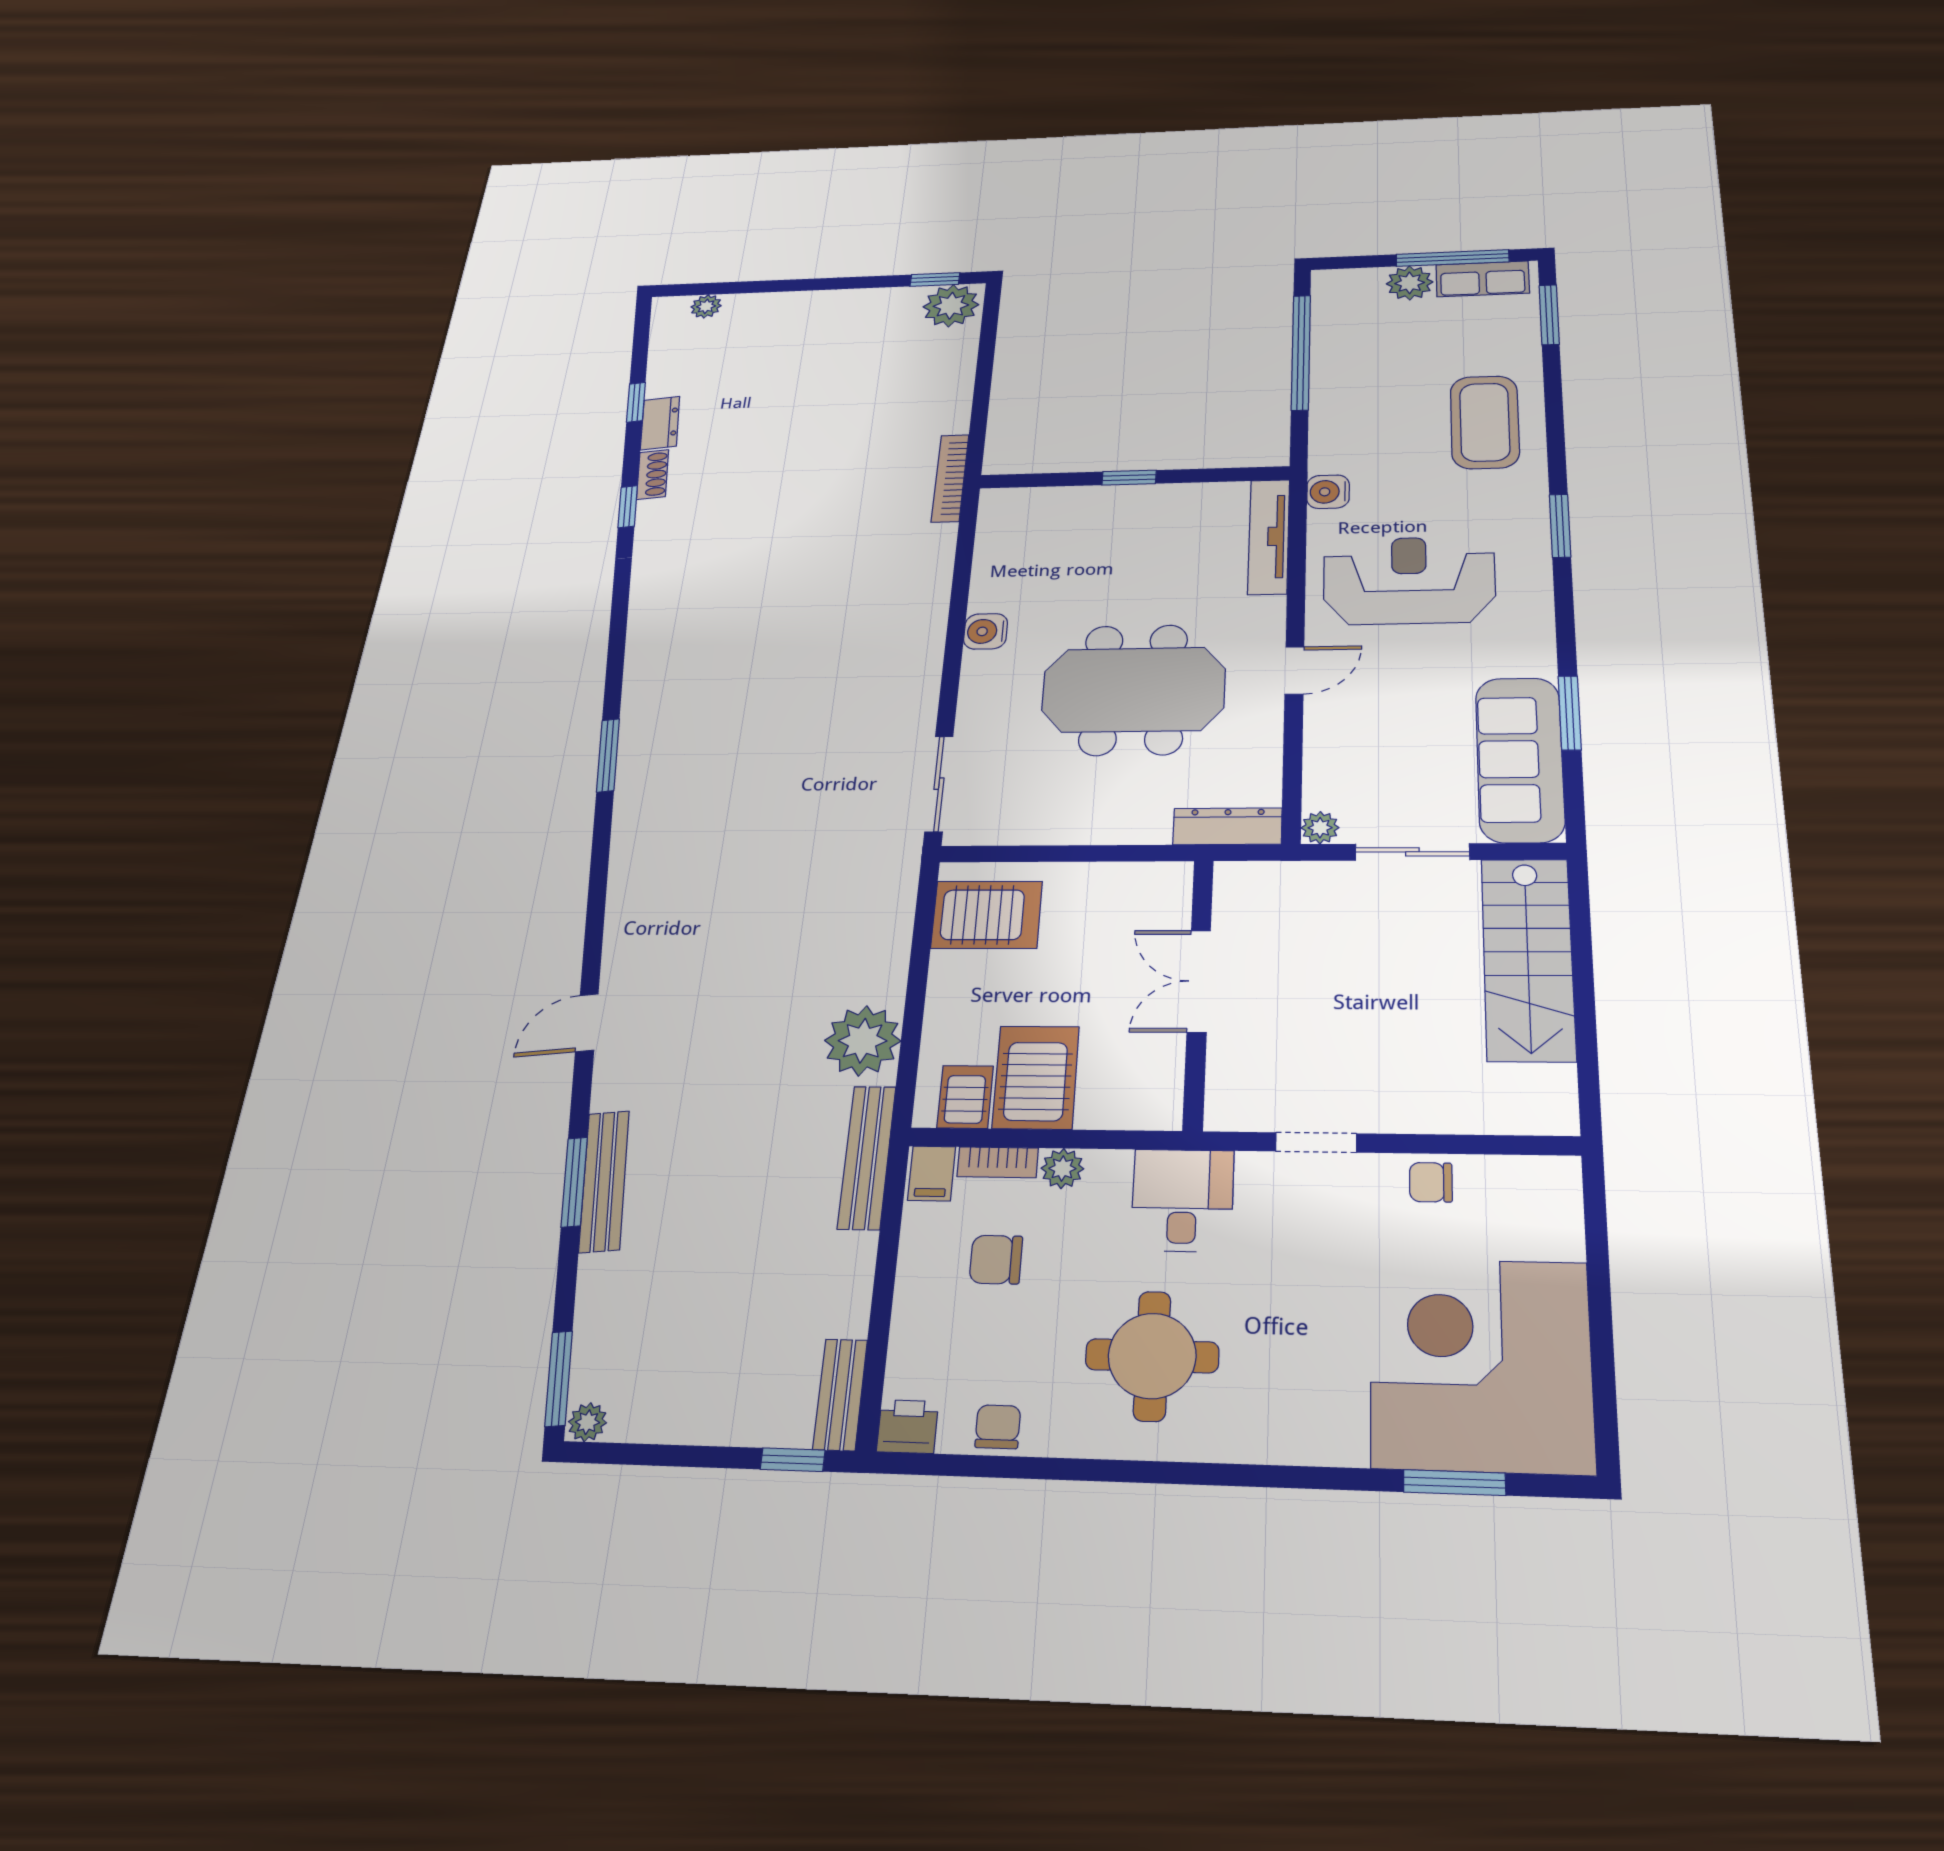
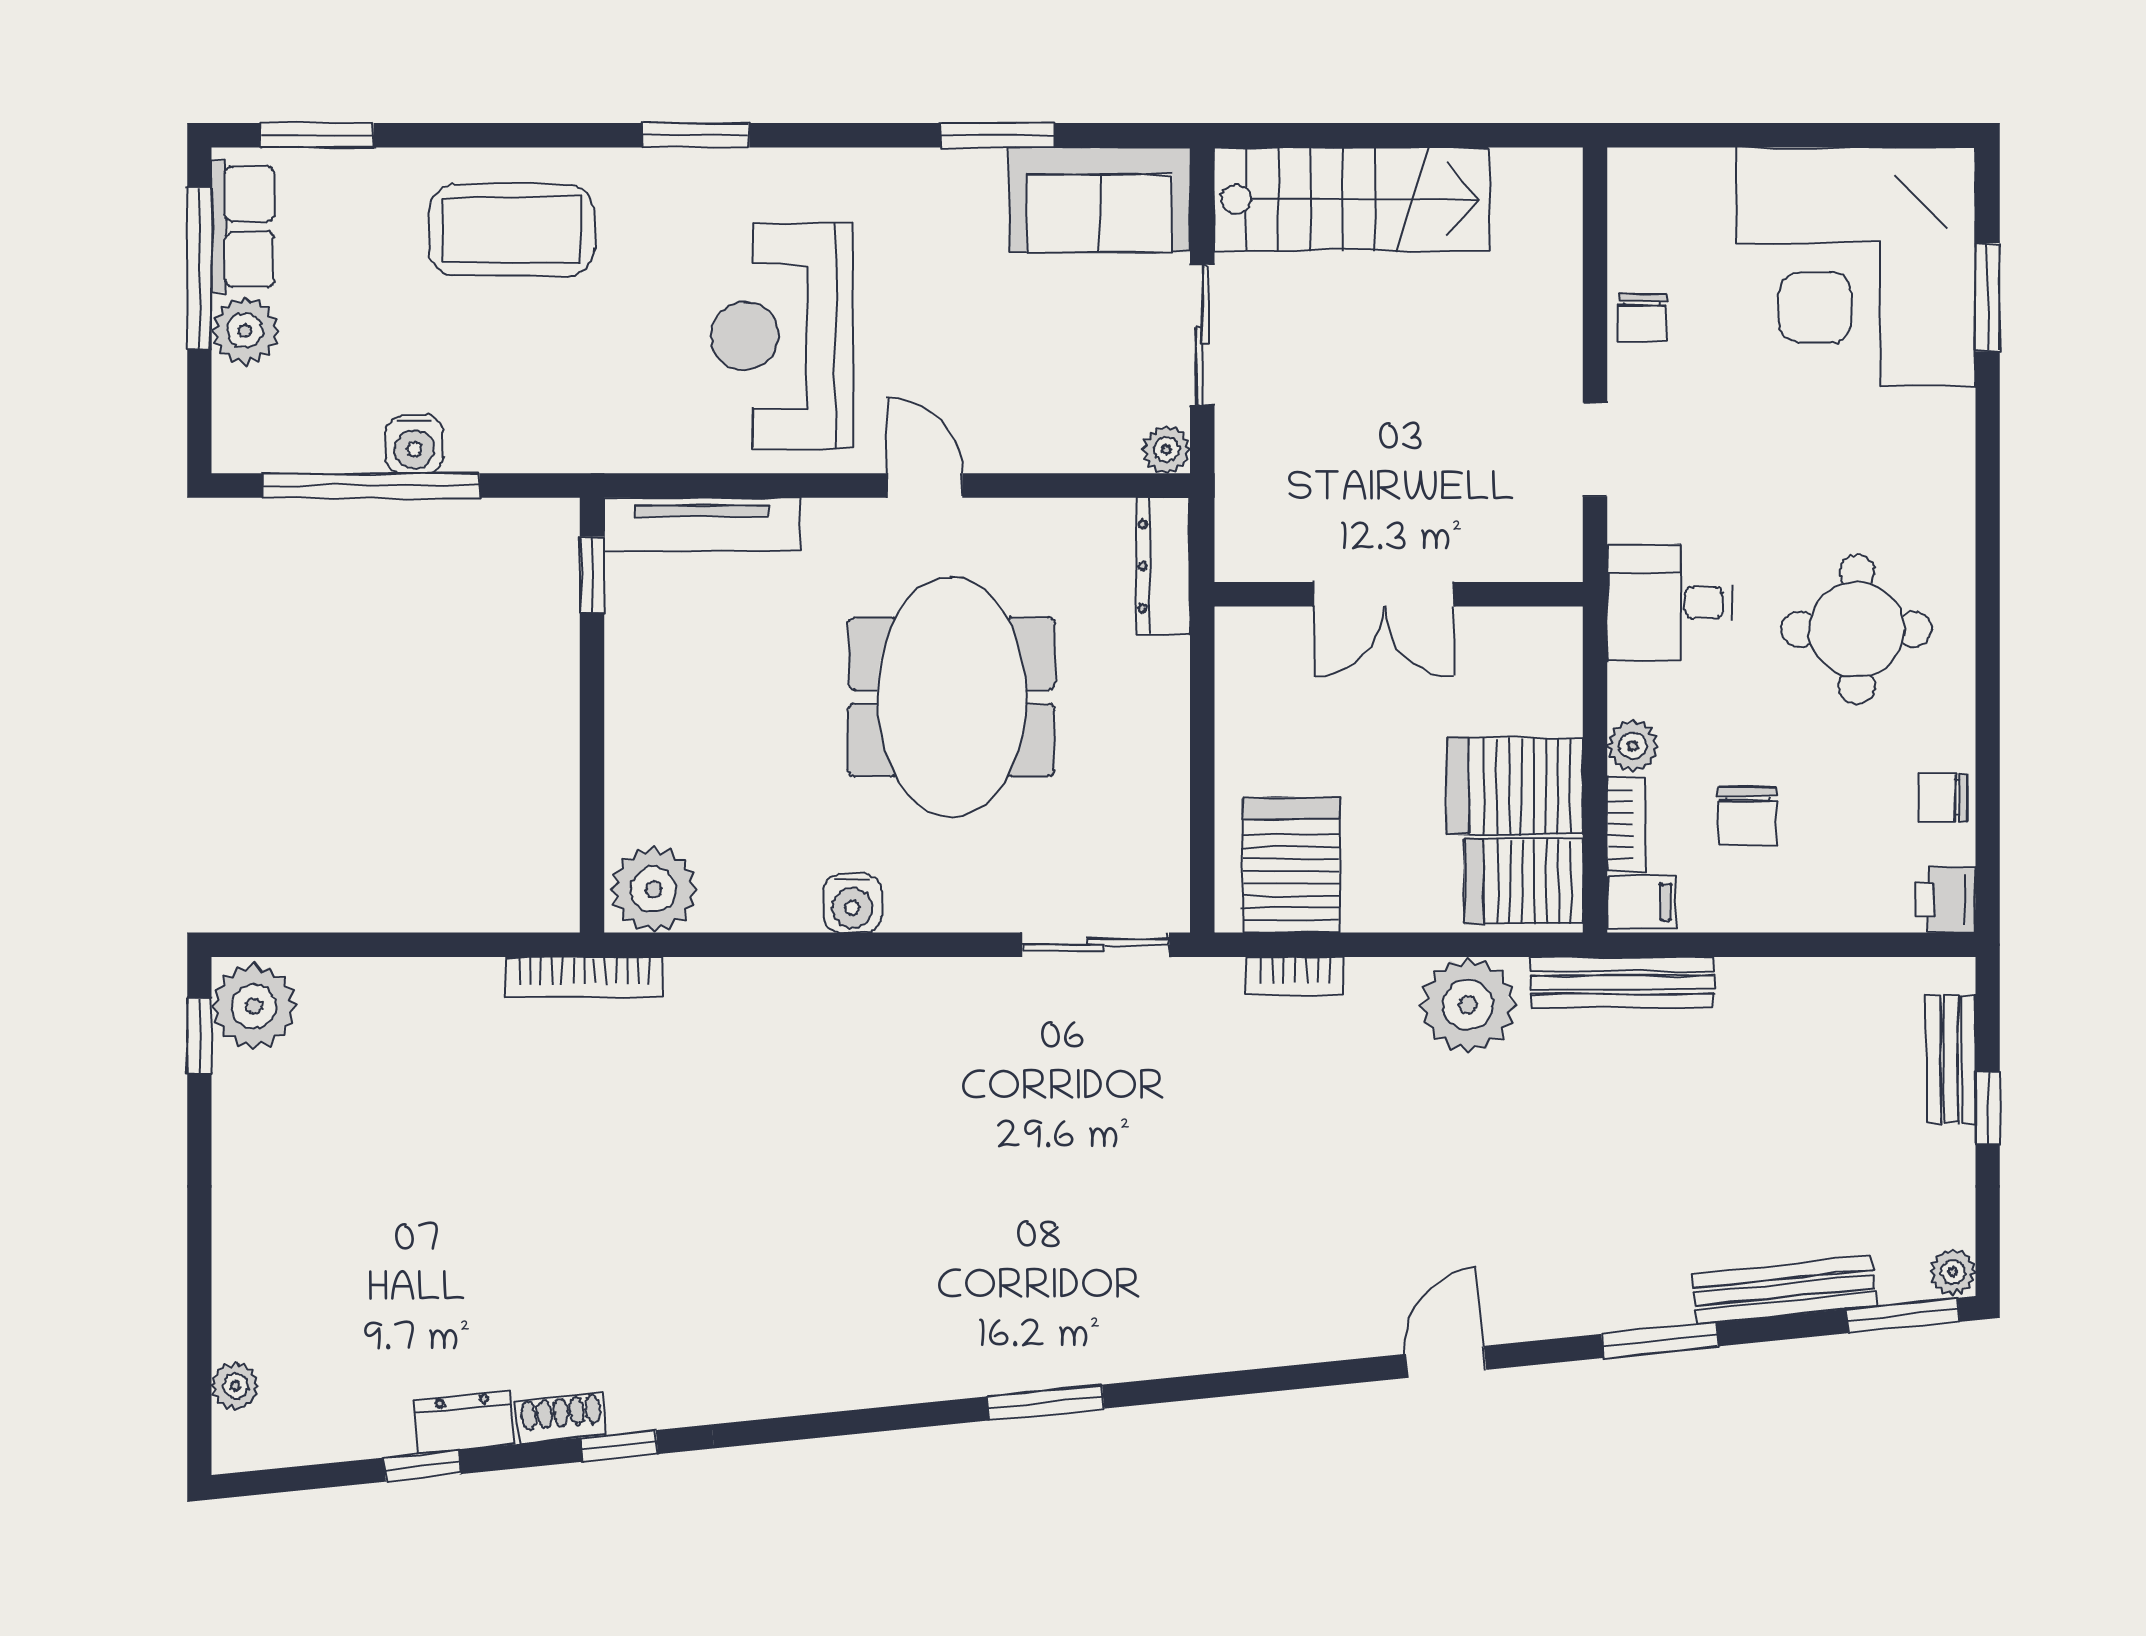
window: (1129, 478) -> (592, 575), moved
water cooler: (1328, 492) -> (414, 445), moved
plant: (1007, 515) -> (654, 889), added
sofa: (1520, 759) -> (1099, 200), width x0.73
bookcase: (900, 917) -> (1295, 976), added
door: (587, 1023) -> (1446, 1362), swing flipped
server rack: (965, 1097) -> (1524, 882), width x1.36, depth x1.44
bench: (604, 1181) -> (1784, 1290), moved
bench: (840, 1394) -> (1951, 1059), moved, turned 90
window: (793, 1460) -> (1988, 1108), moved

